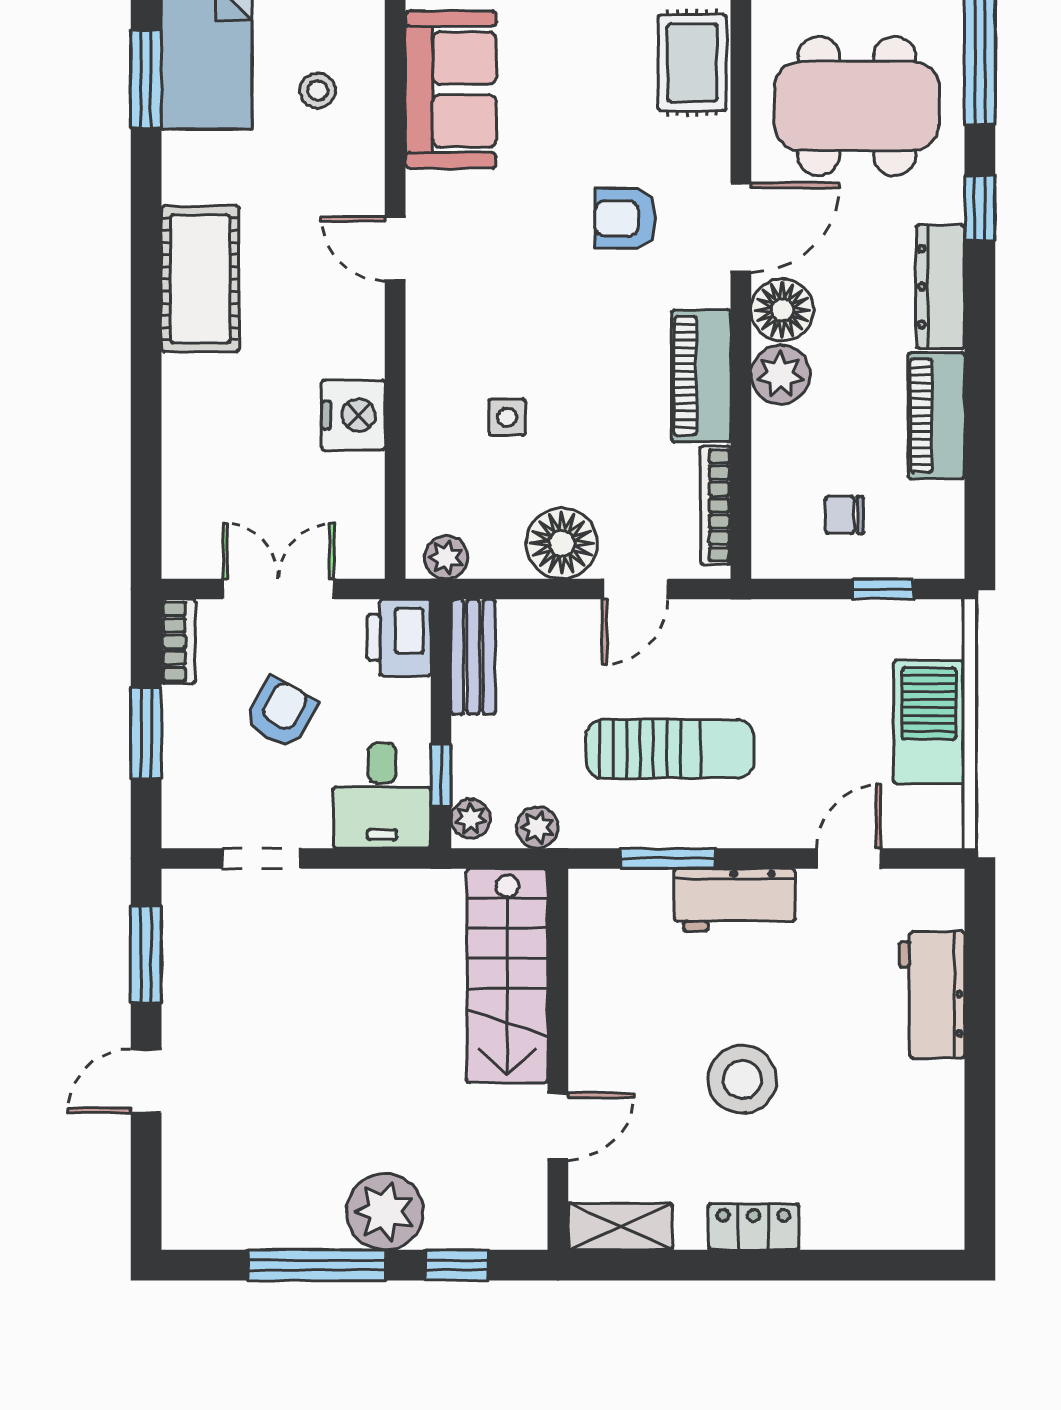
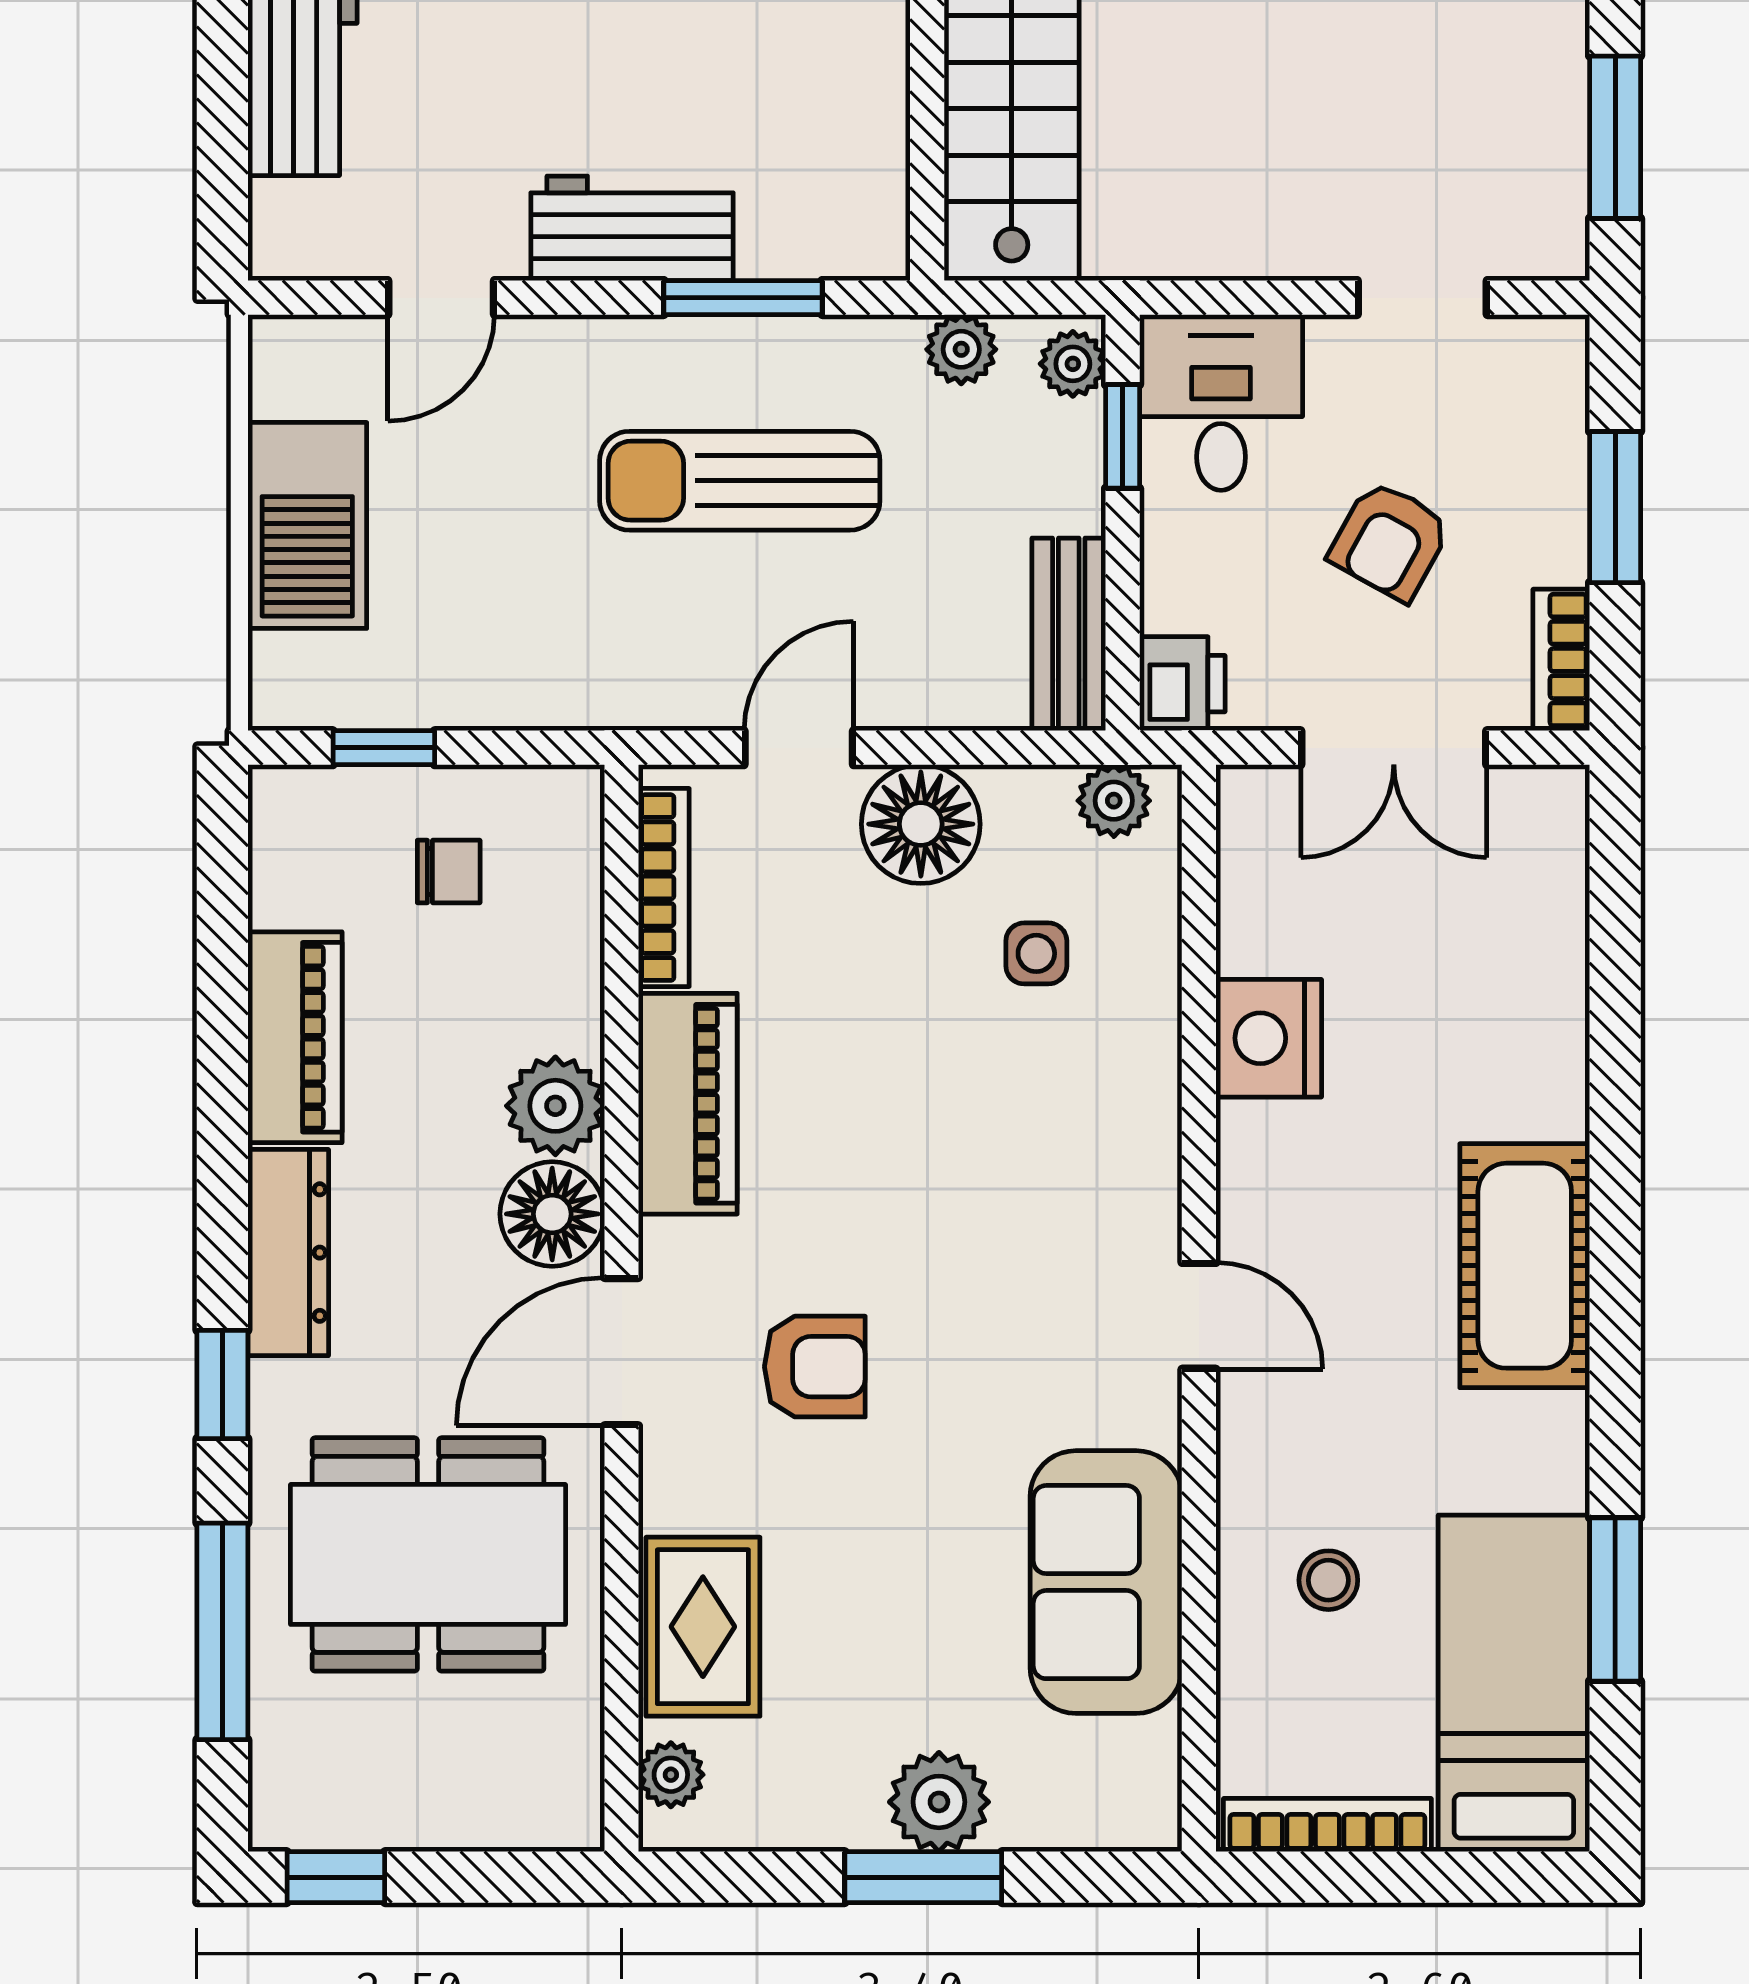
side table: (507, 417) -> (1036, 953), moved
printer: (399, 638) -> (1182, 684), width x0.73, depth x0.81

